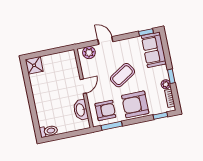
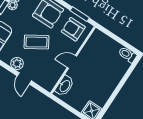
plant: (89, 53) -> (17, 63), moved
washbasin: (81, 110) -> (65, 86), moved

